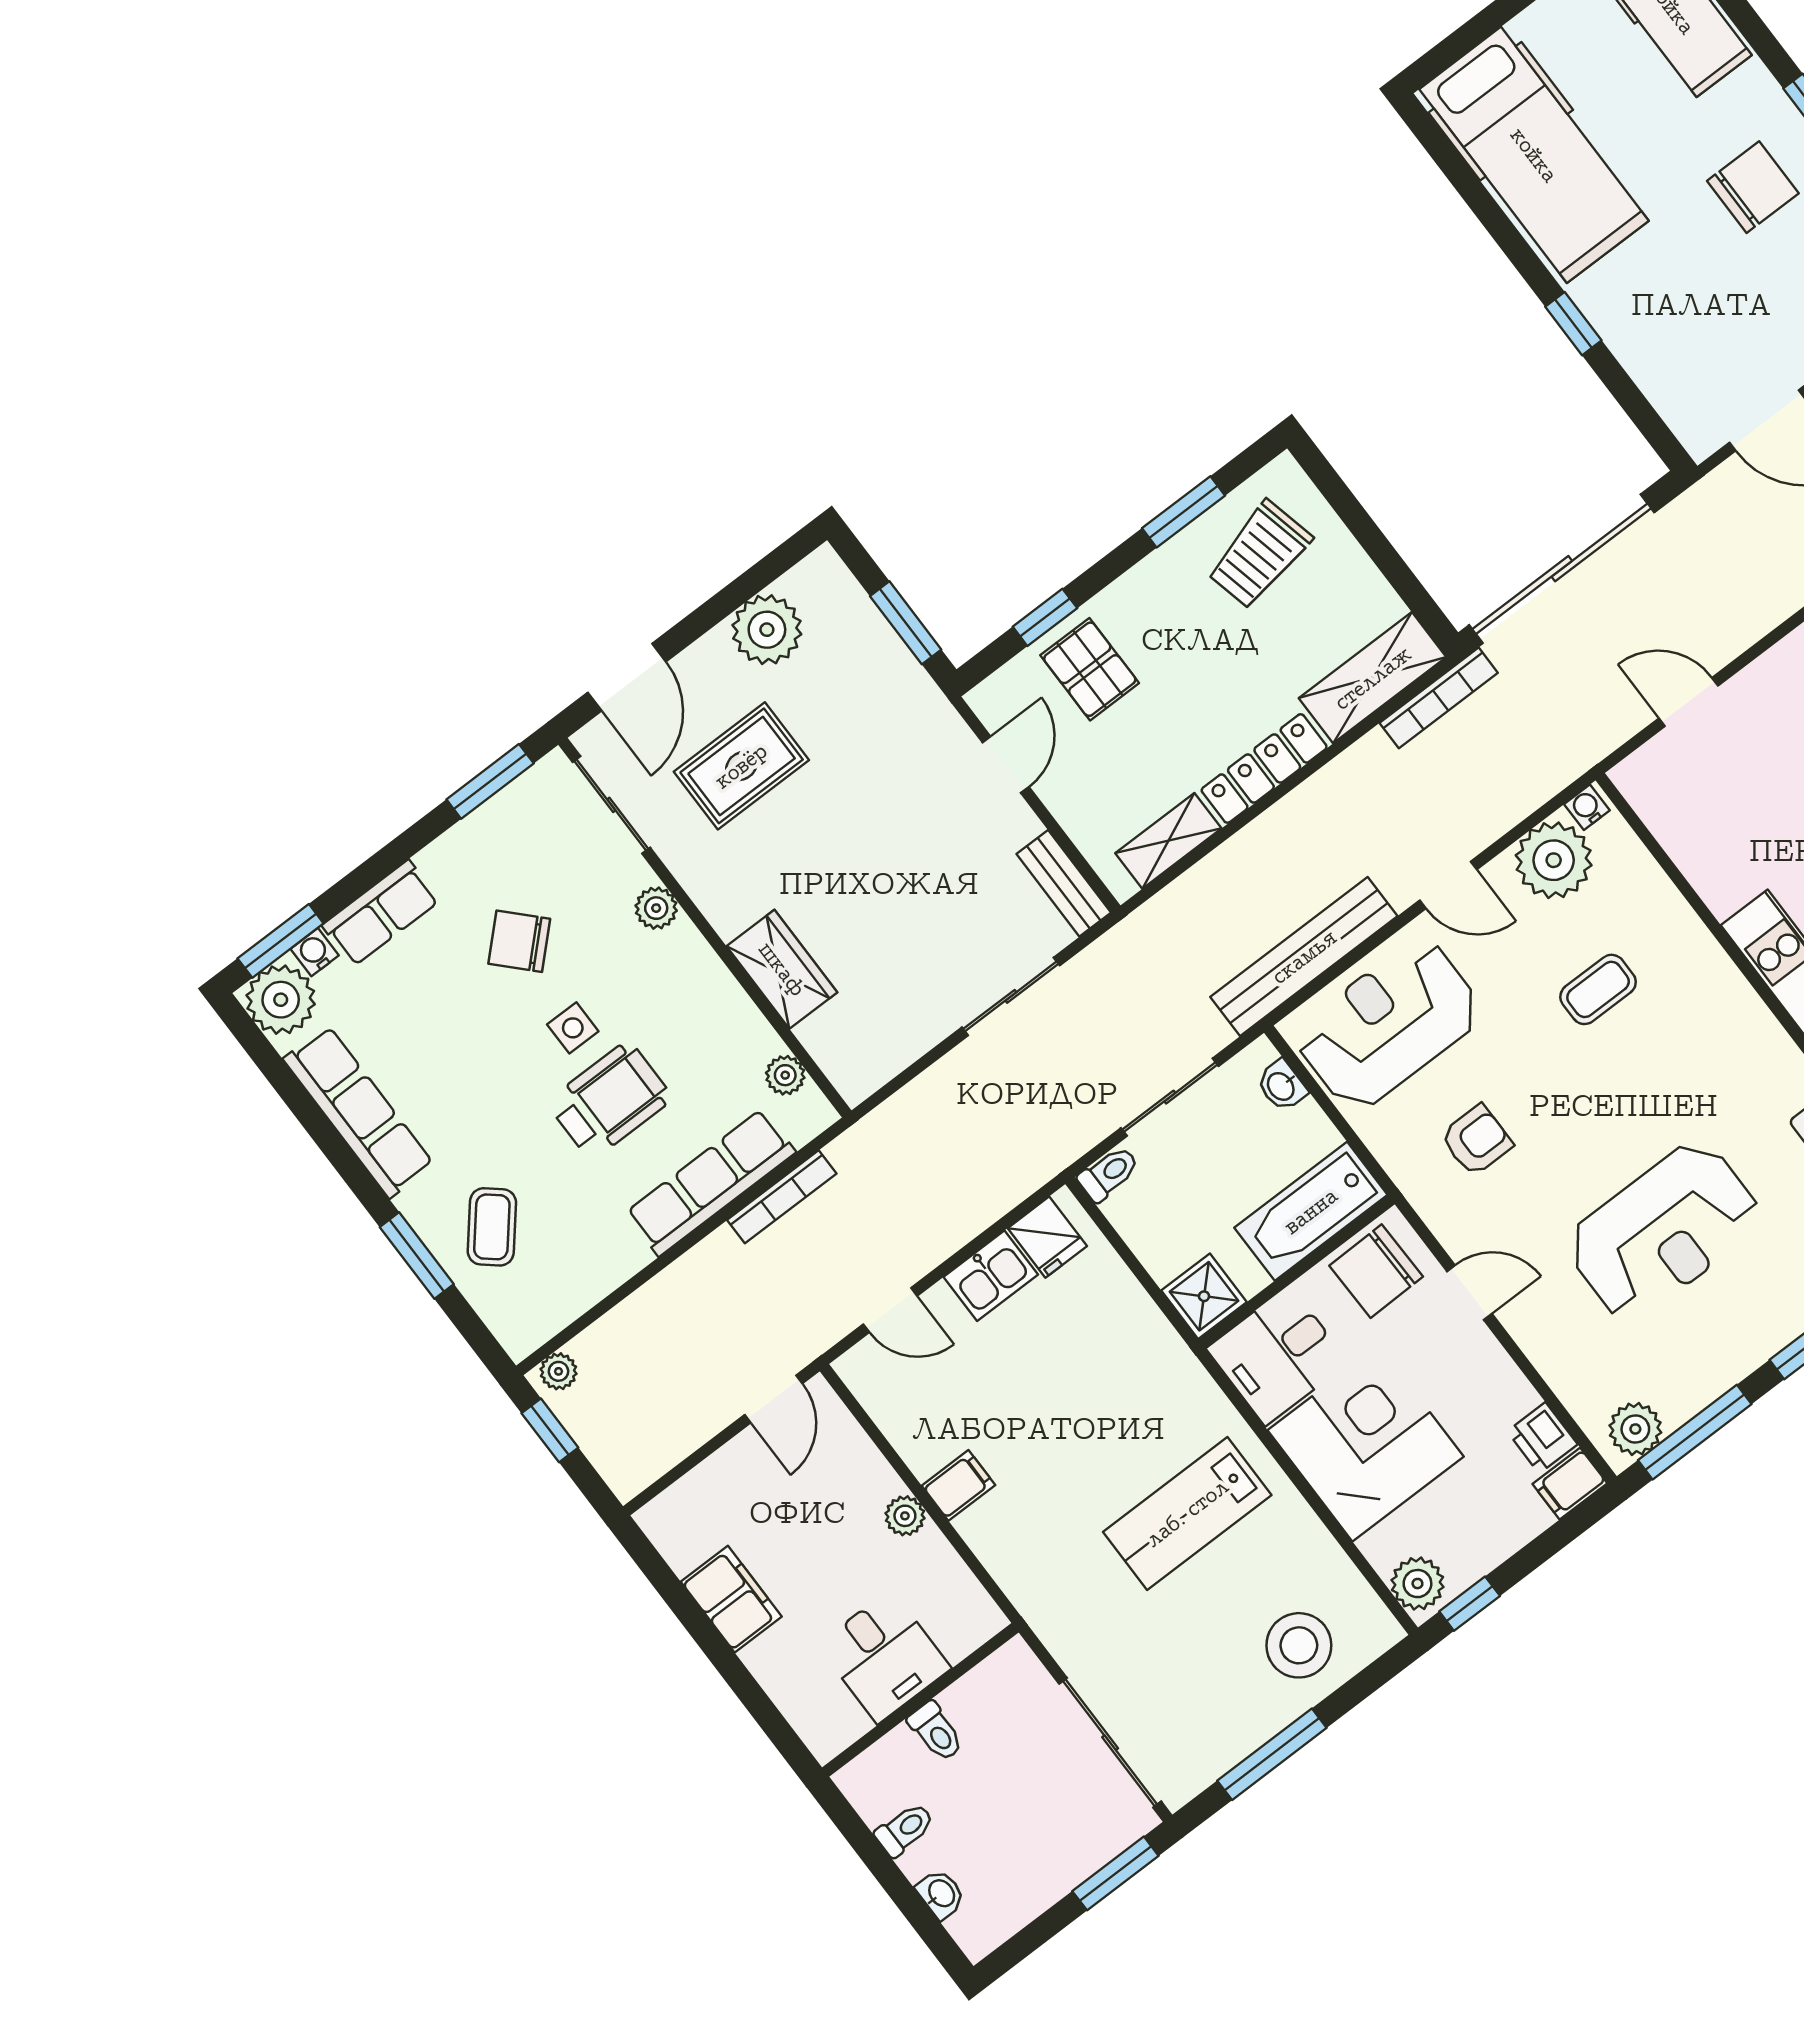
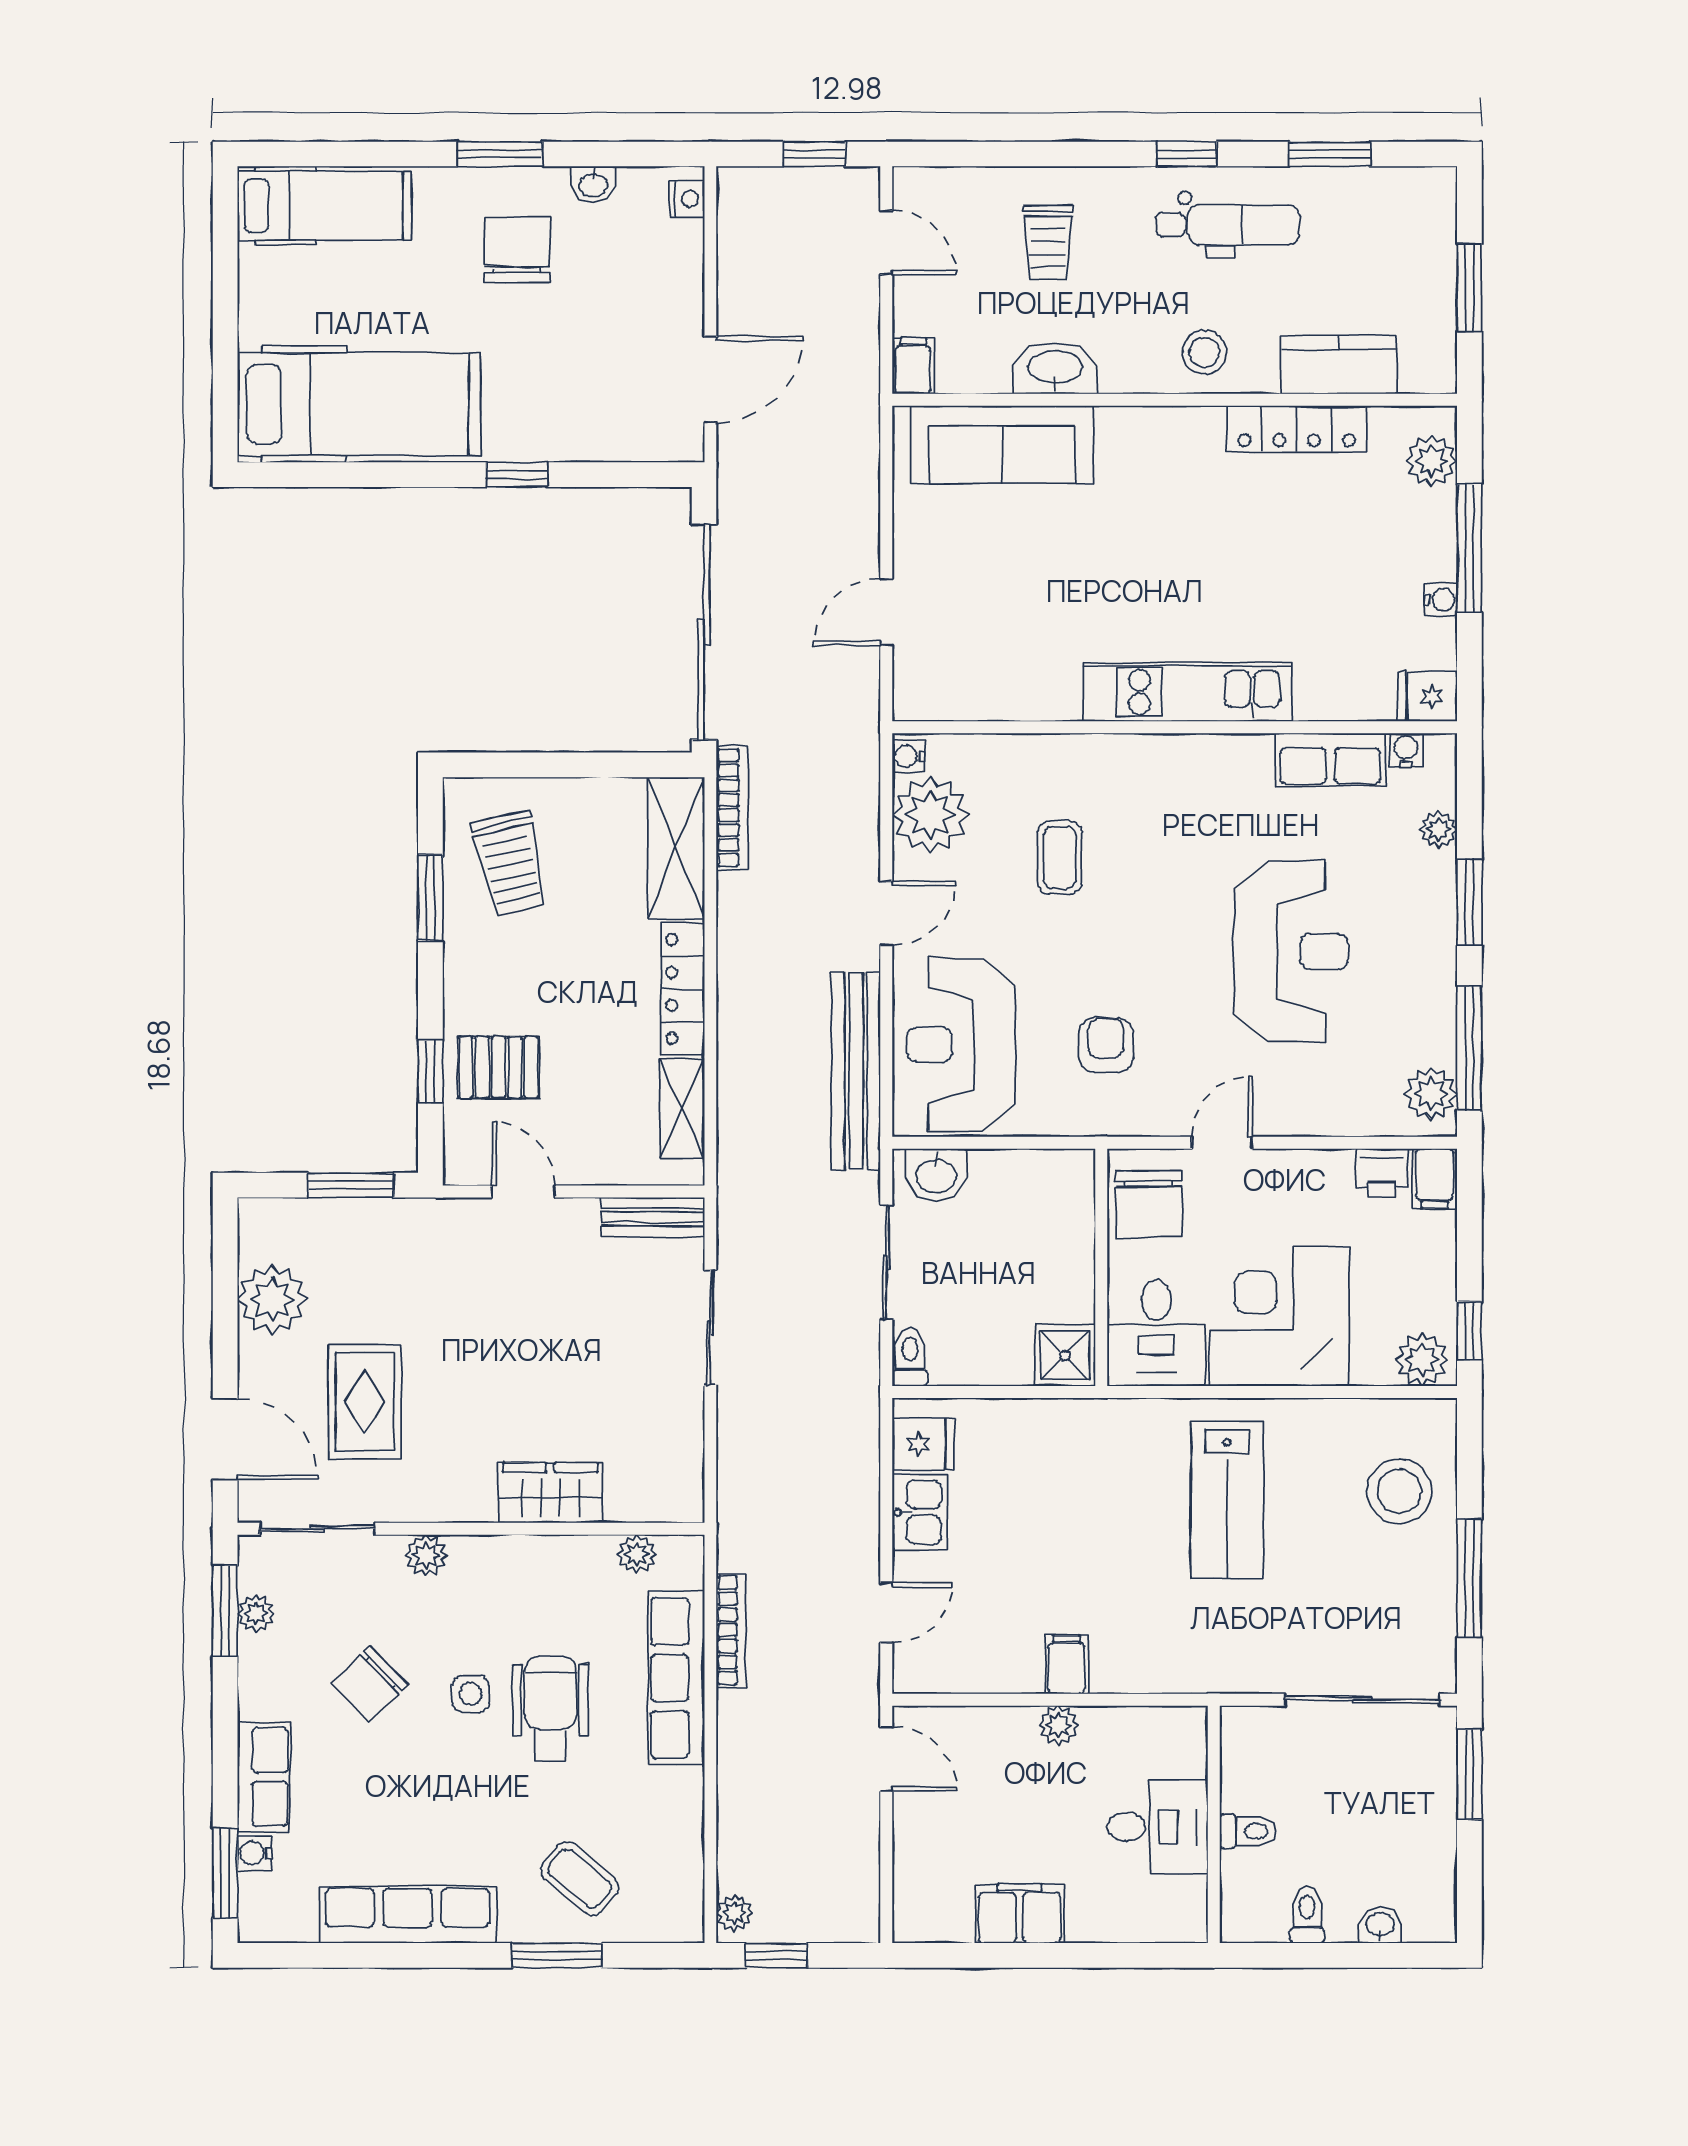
plant: (281, 1000) -> (256, 1613), moved, width x0.53, depth x0.53
washbasin: (1282, 1086) -> (936, 1175), width x1.38, depth x1.45
bathtub: (1311, 1211) -> (1062, 1219), removed

